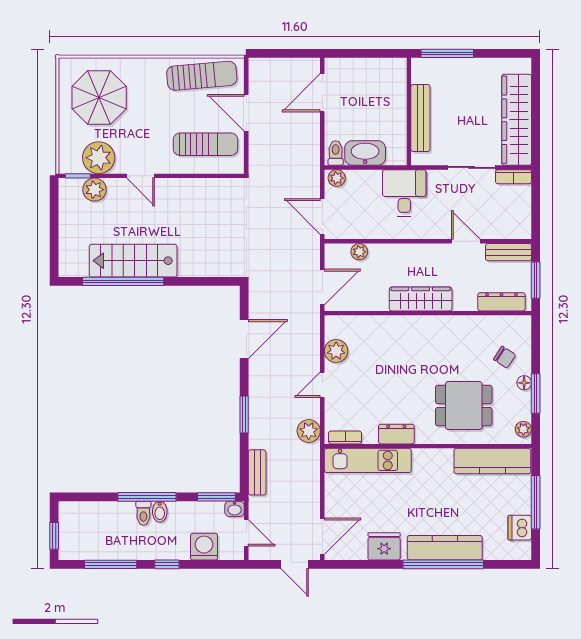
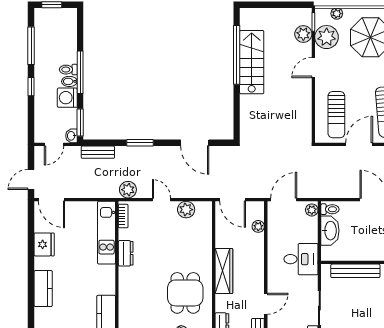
plant: (66, 144) -> (337, 14), added
dining table: (464, 406) -> (185, 293), moved
washing machine: (204, 547) -> (67, 98), moved, turned 180
kitchen counter: (445, 548) -> (43, 289), width x0.67
window: (443, 564) -> (31, 287), removed

